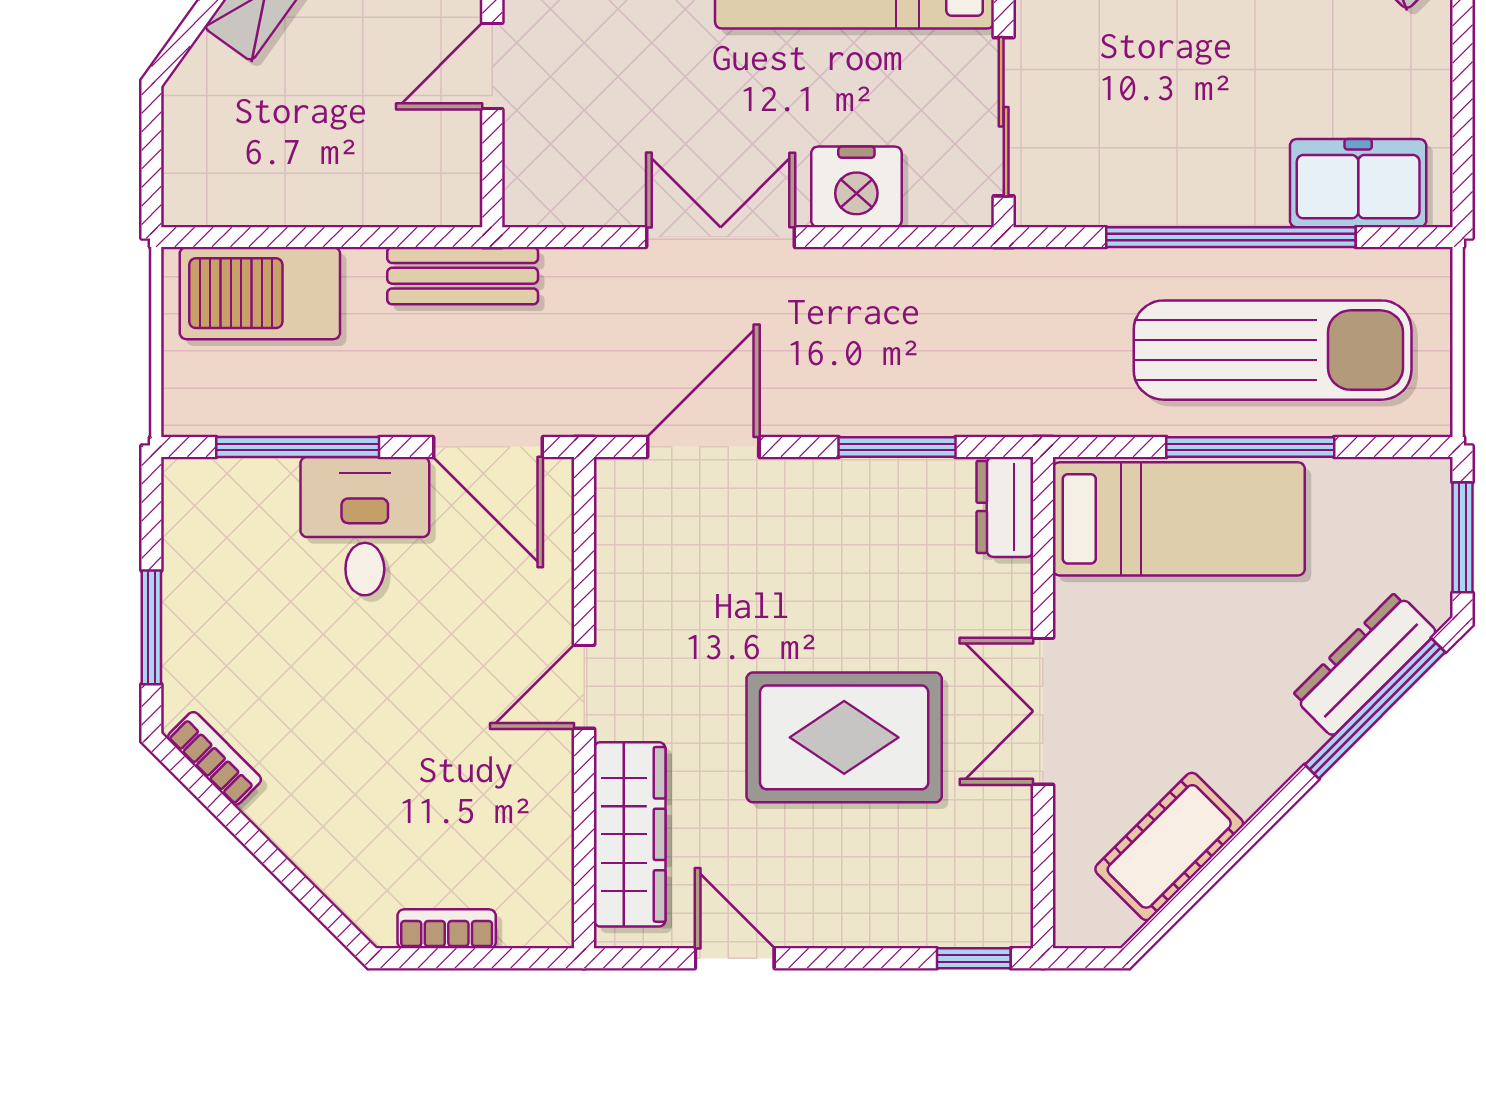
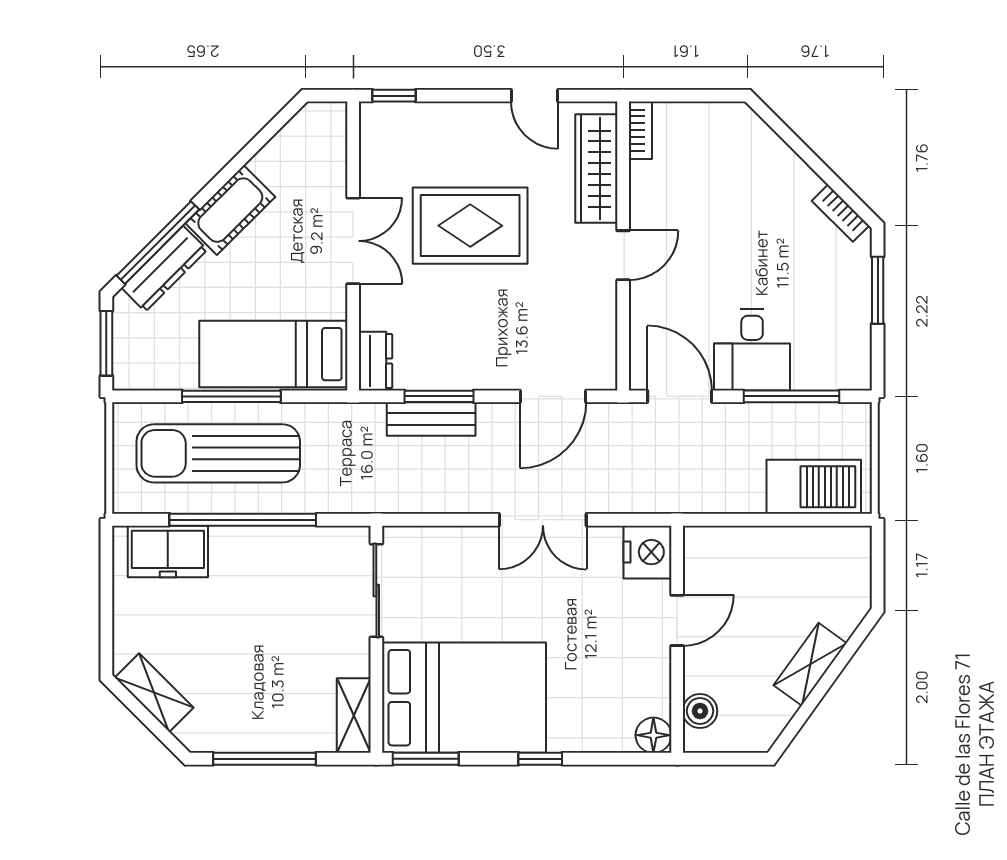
nightstand: (856, 187) -> (648, 552), moved, turned 90
bench: (463, 276) -> (431, 419), moved
cot: (1169, 846) -> (230, 210), moved
bookcase: (447, 929) -> (640, 130), moved, turned -90

